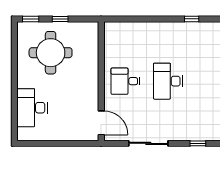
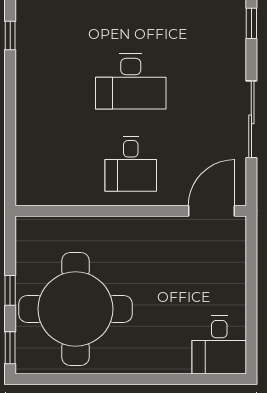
round table: (51, 53) -> (75, 309), width x1.36, depth x1.36
desk: (32, 108) -> (219, 345), moved, width x0.73

